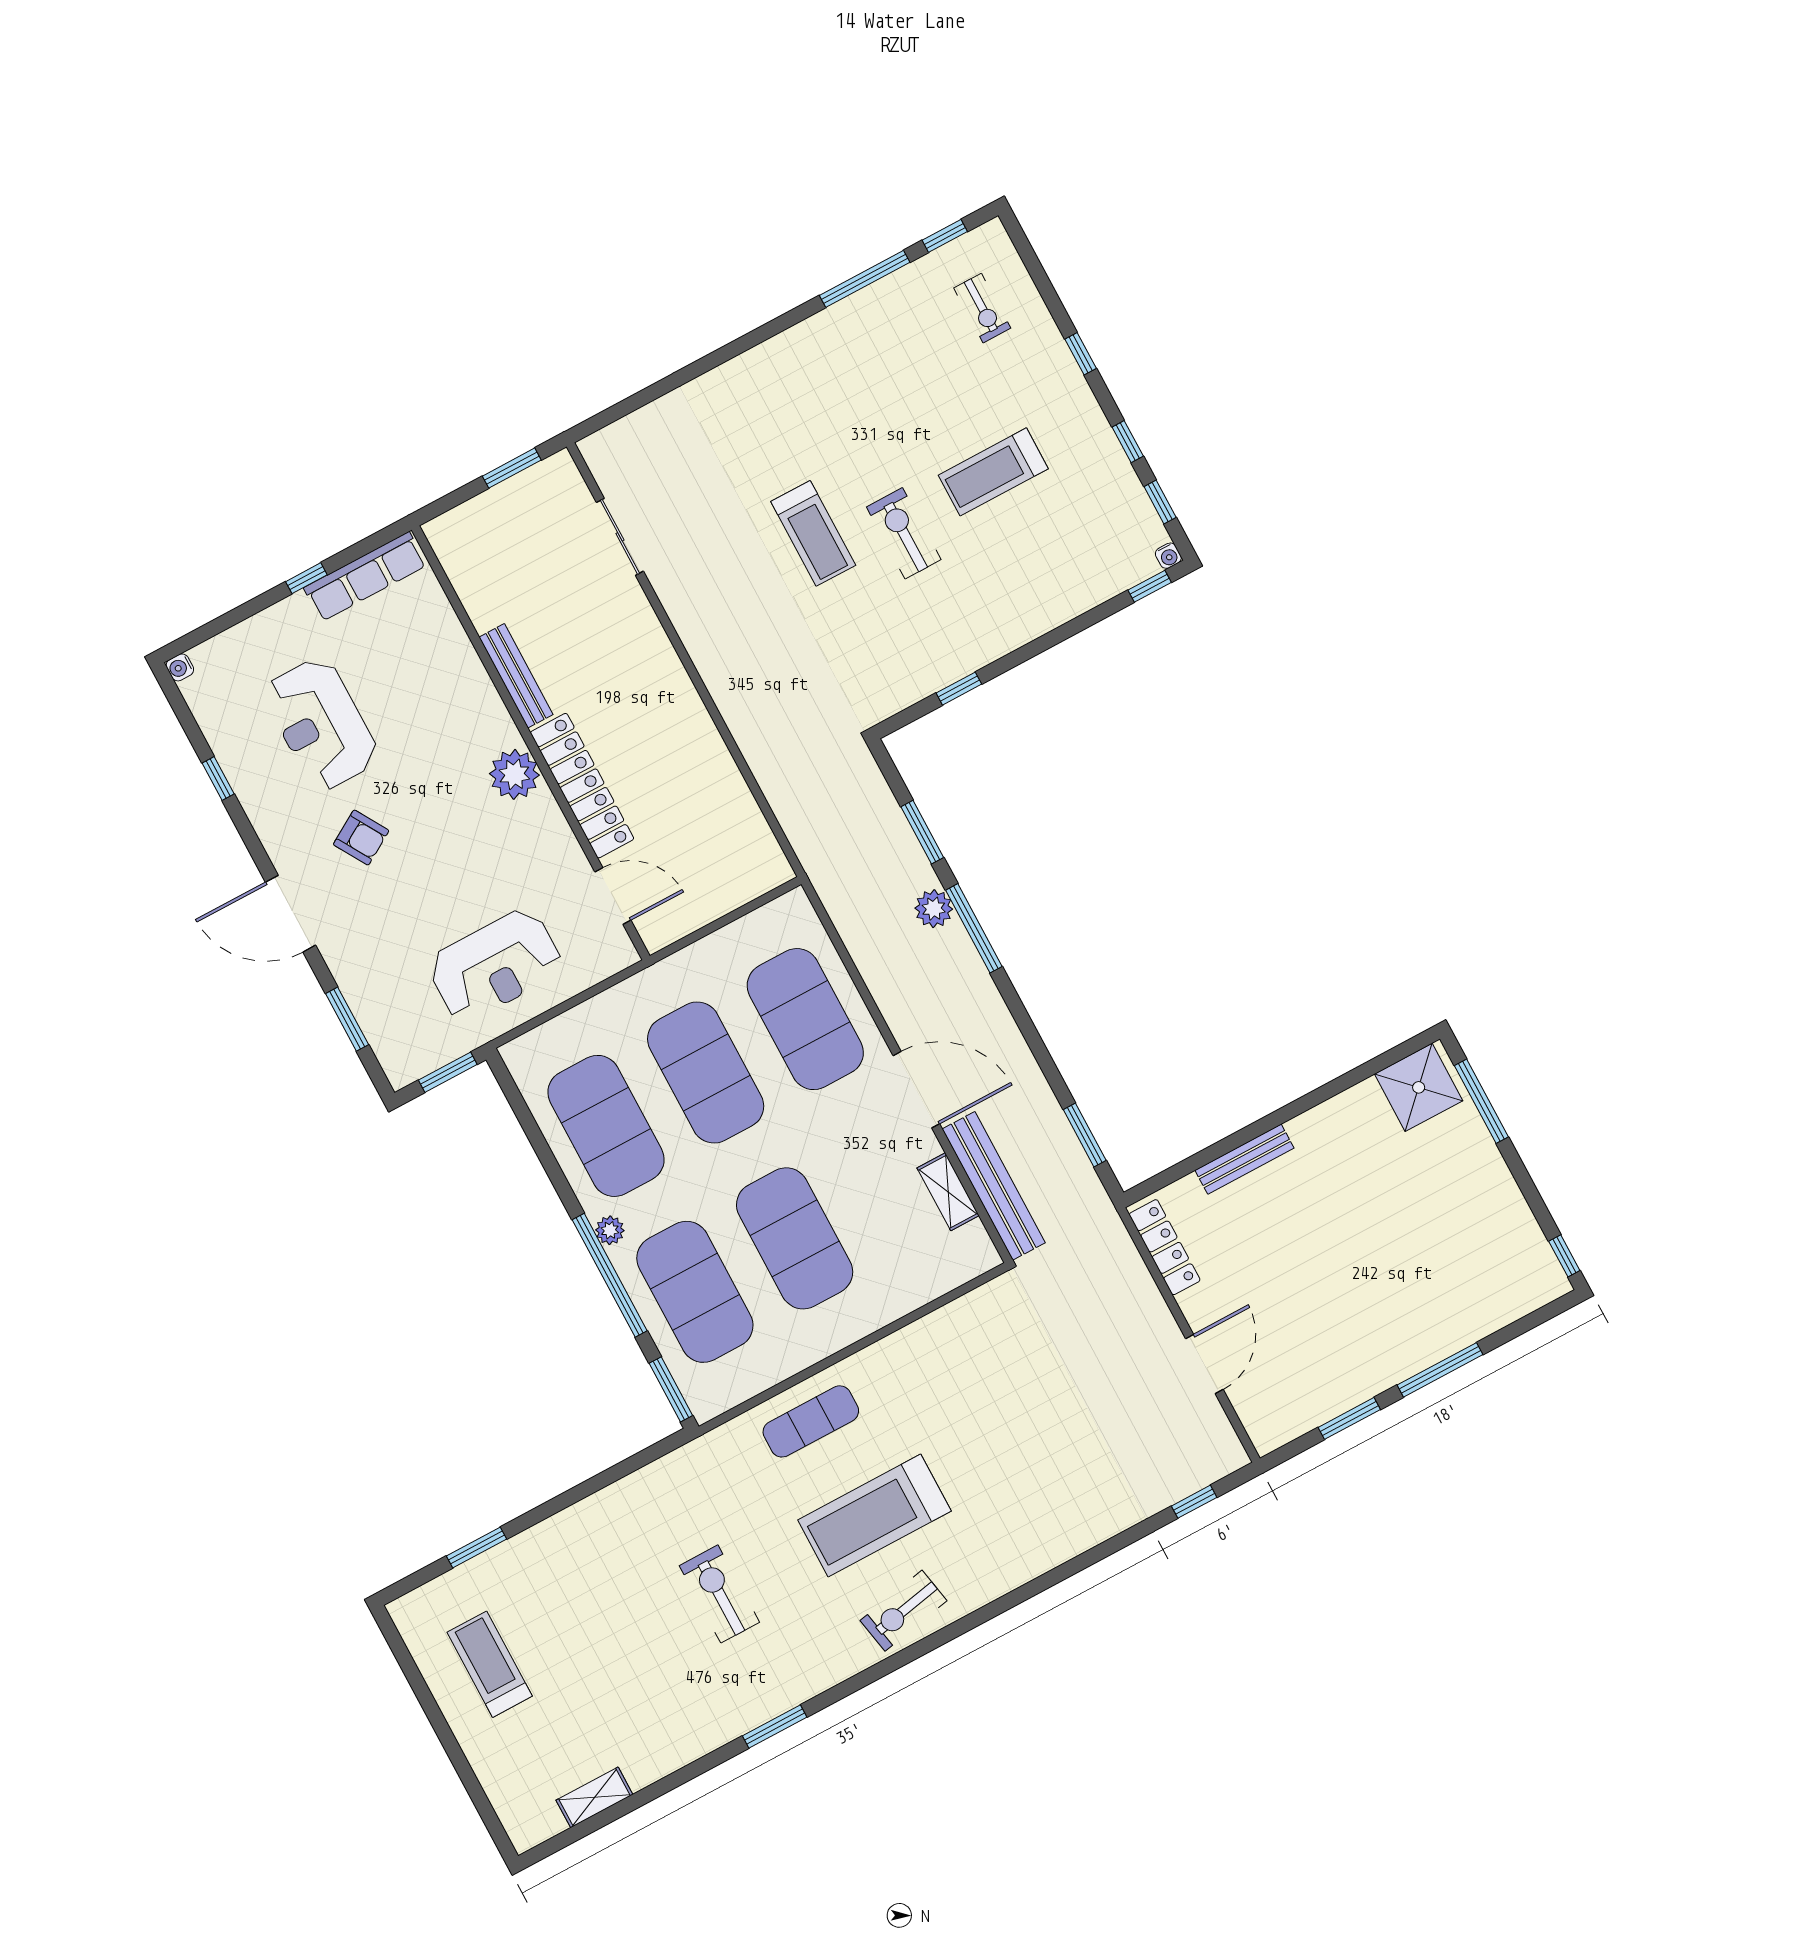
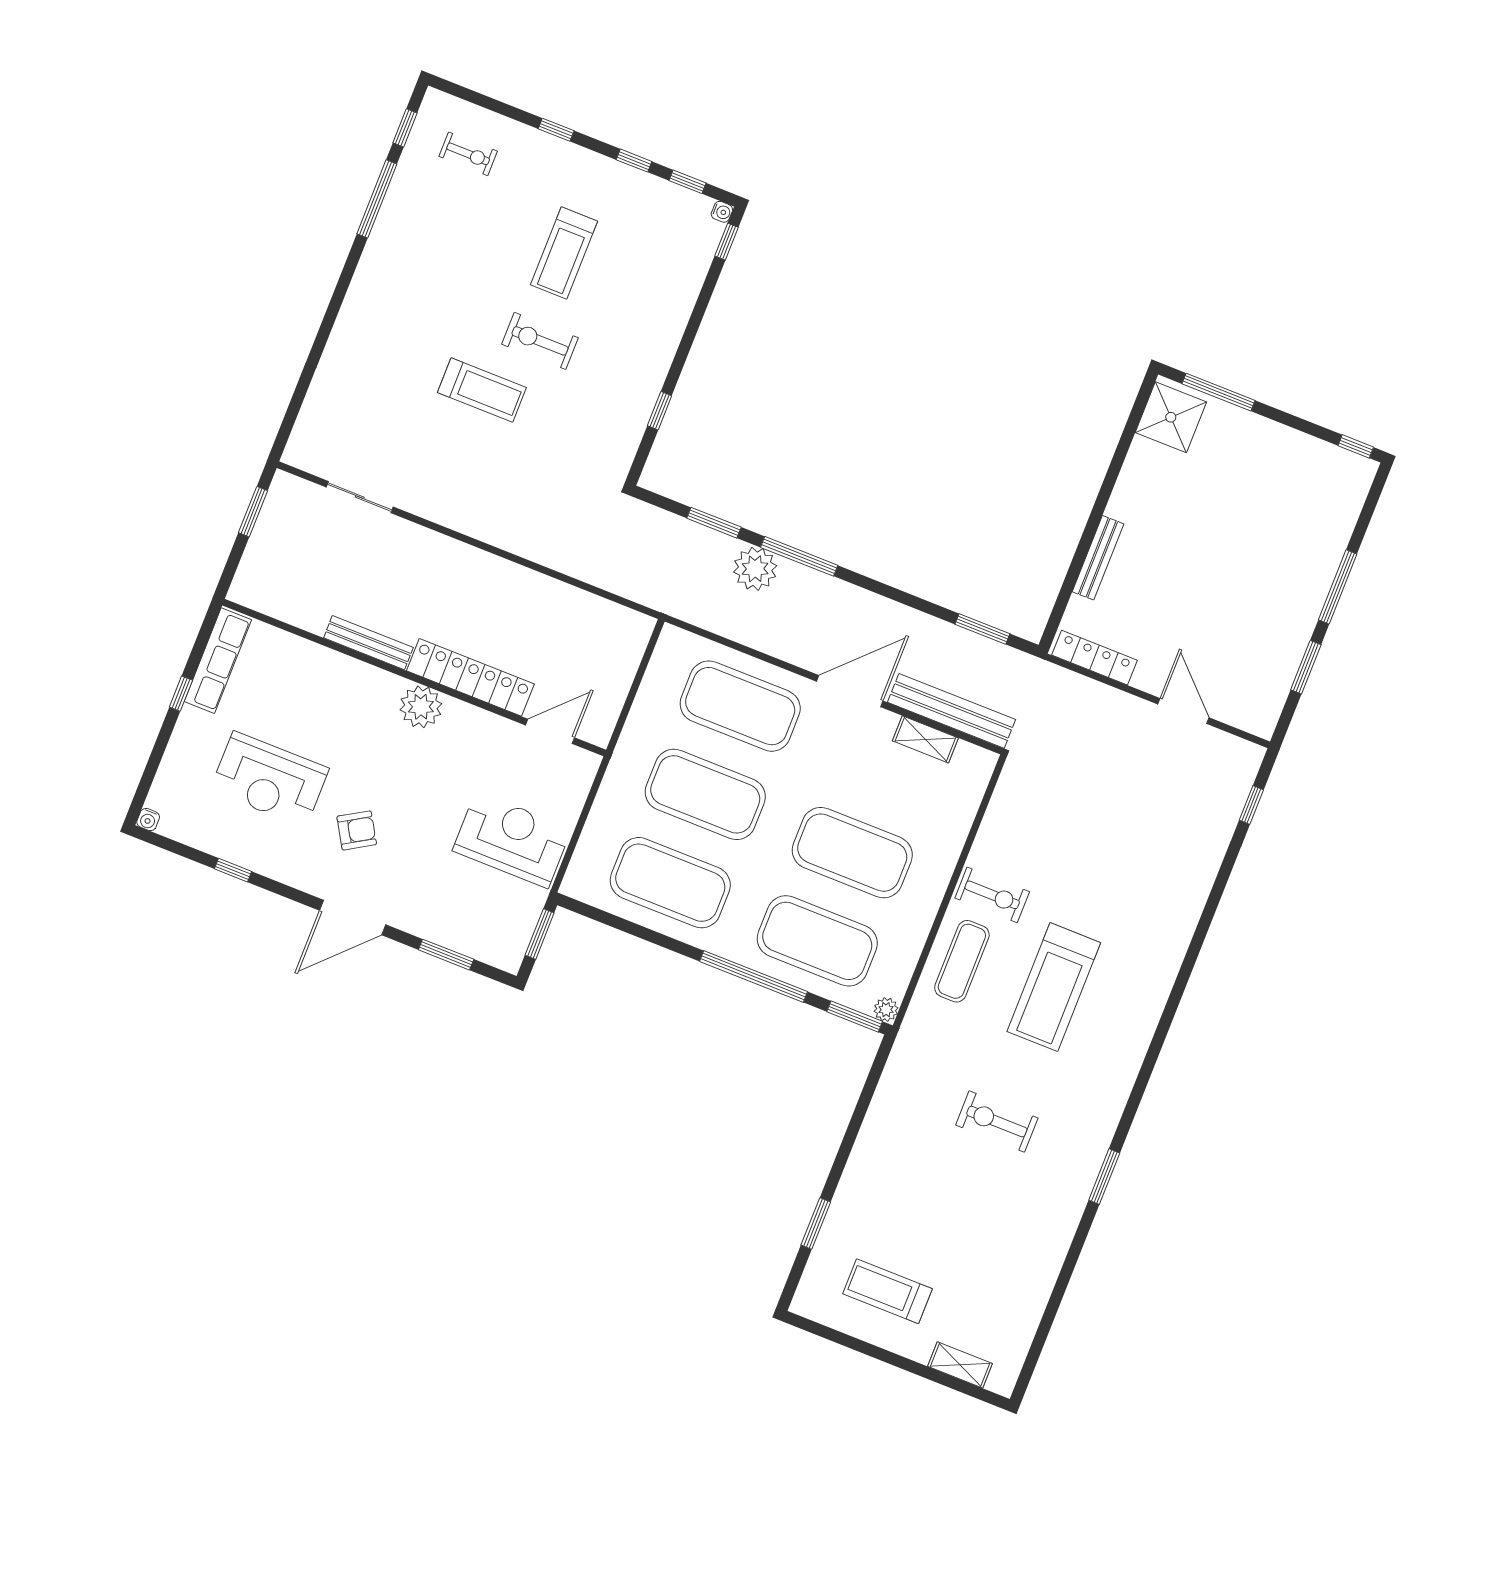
plant: (934, 909) -> (755, 569), width x1.36, depth x1.36
reception desk: (495, 965) -> (512, 840), turned -90
plant: (610, 1230) -> (886, 1010), moved
exercise bike: (904, 1611) -> (992, 895), moved, turned -79
shelving: (594, 1797) -> (960, 1365), moved, turned 90

